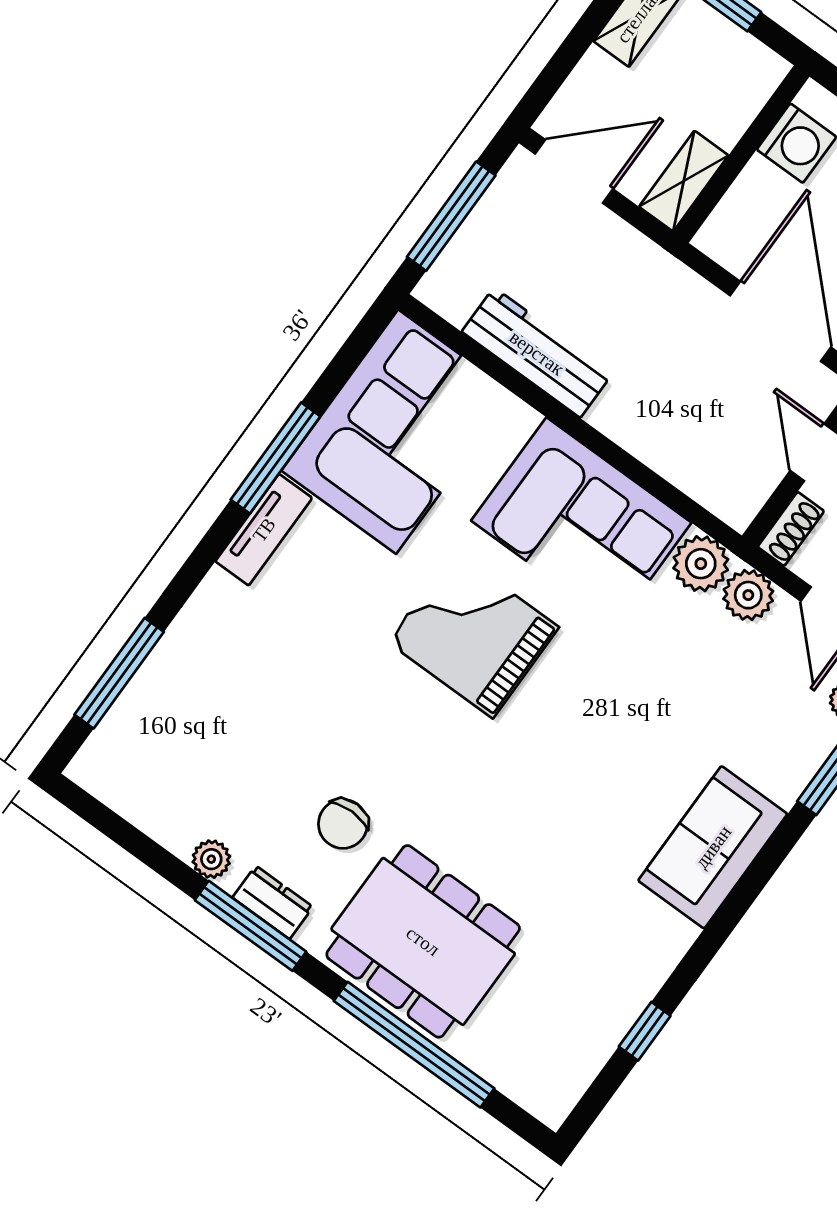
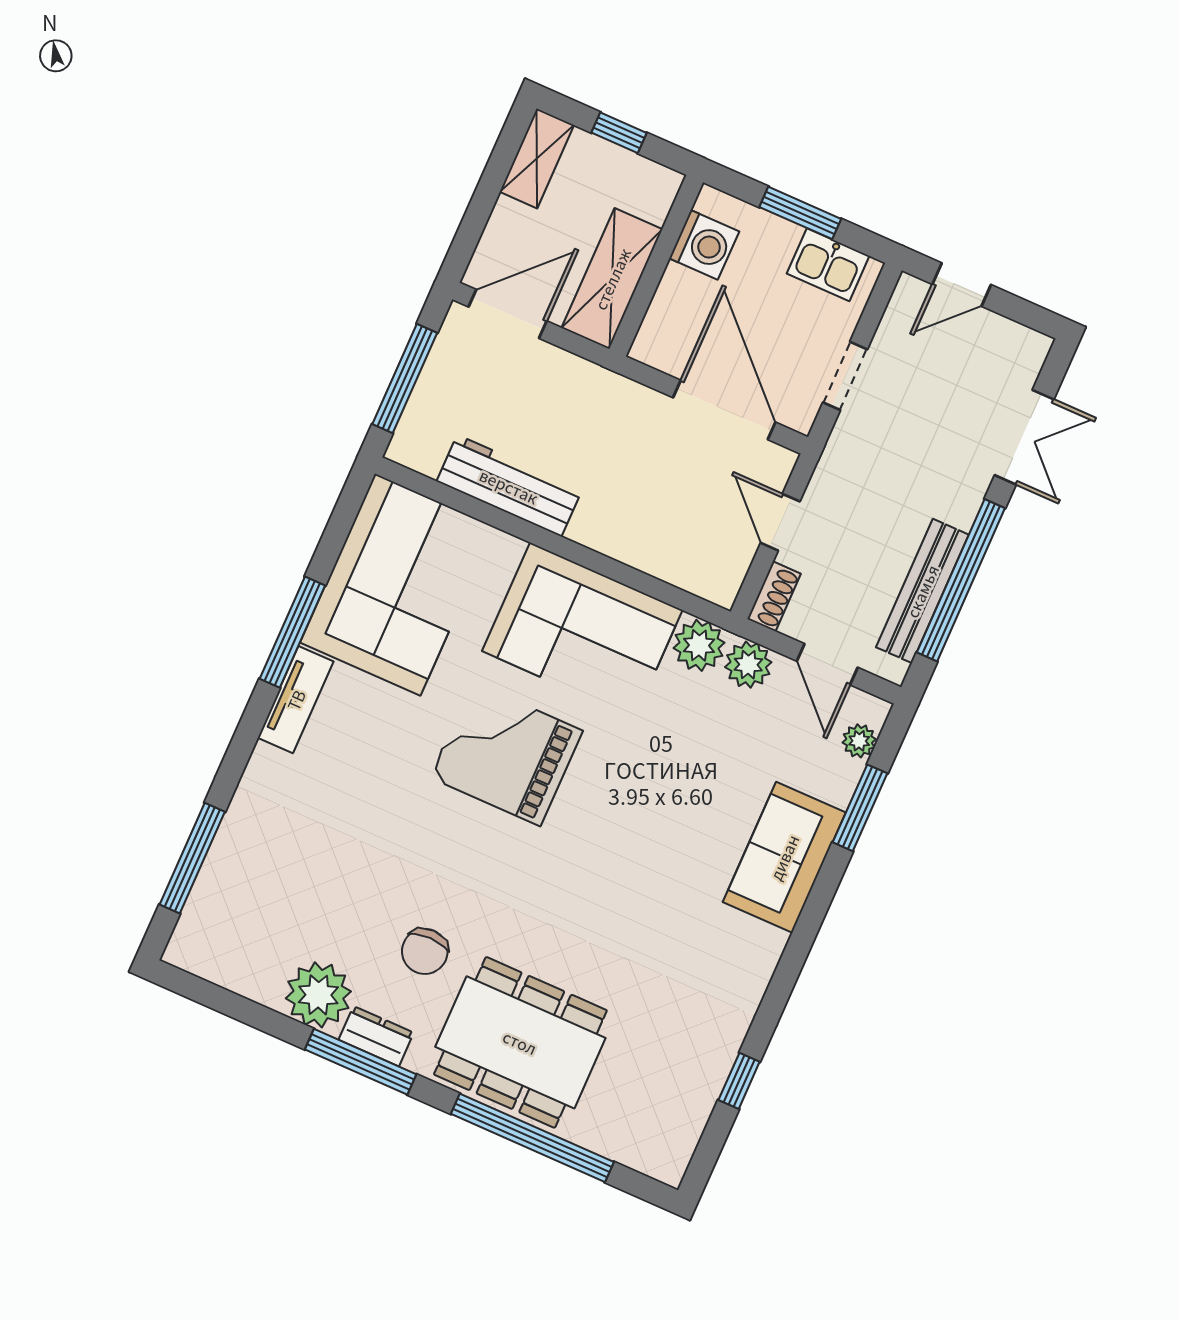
shelving: (684, 181) -> (612, 279), width x1.50, depth x1.33
sofa: (713, 847) -> (784, 857), moved
plant: (211, 859) -> (318, 995), width x1.88, depth x1.88

